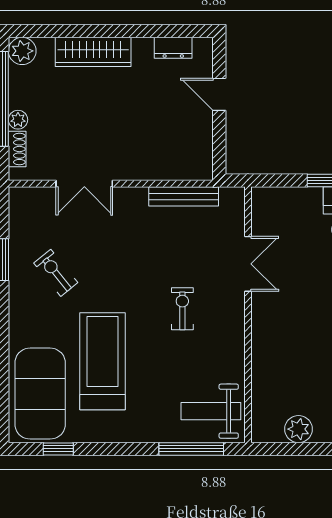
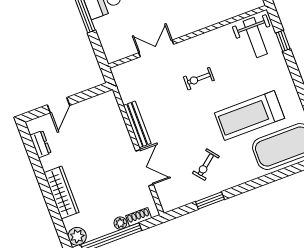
bench: (184, 196) -> (137, 124), moved
window: (191, 449) -> (283, 41), width x0.46

